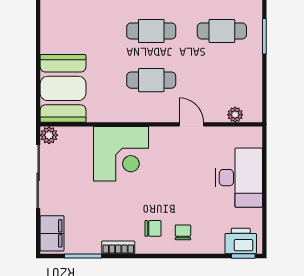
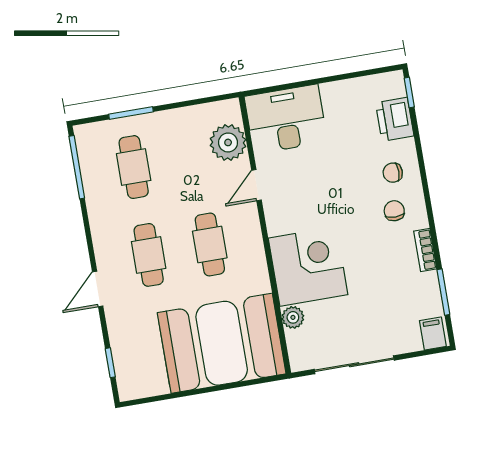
booth: (63, 88) -> (222, 343), width x1.36, depth x1.42
plant: (235, 115) -> (228, 142), width x1.87, depth x1.87
plant: (49, 135) -> (293, 317), moved
desk: (239, 178) -> (286, 119), moved
filing cabinet: (52, 233) -> (433, 334), width x0.50
printer: (241, 241) -> (395, 119), moved

